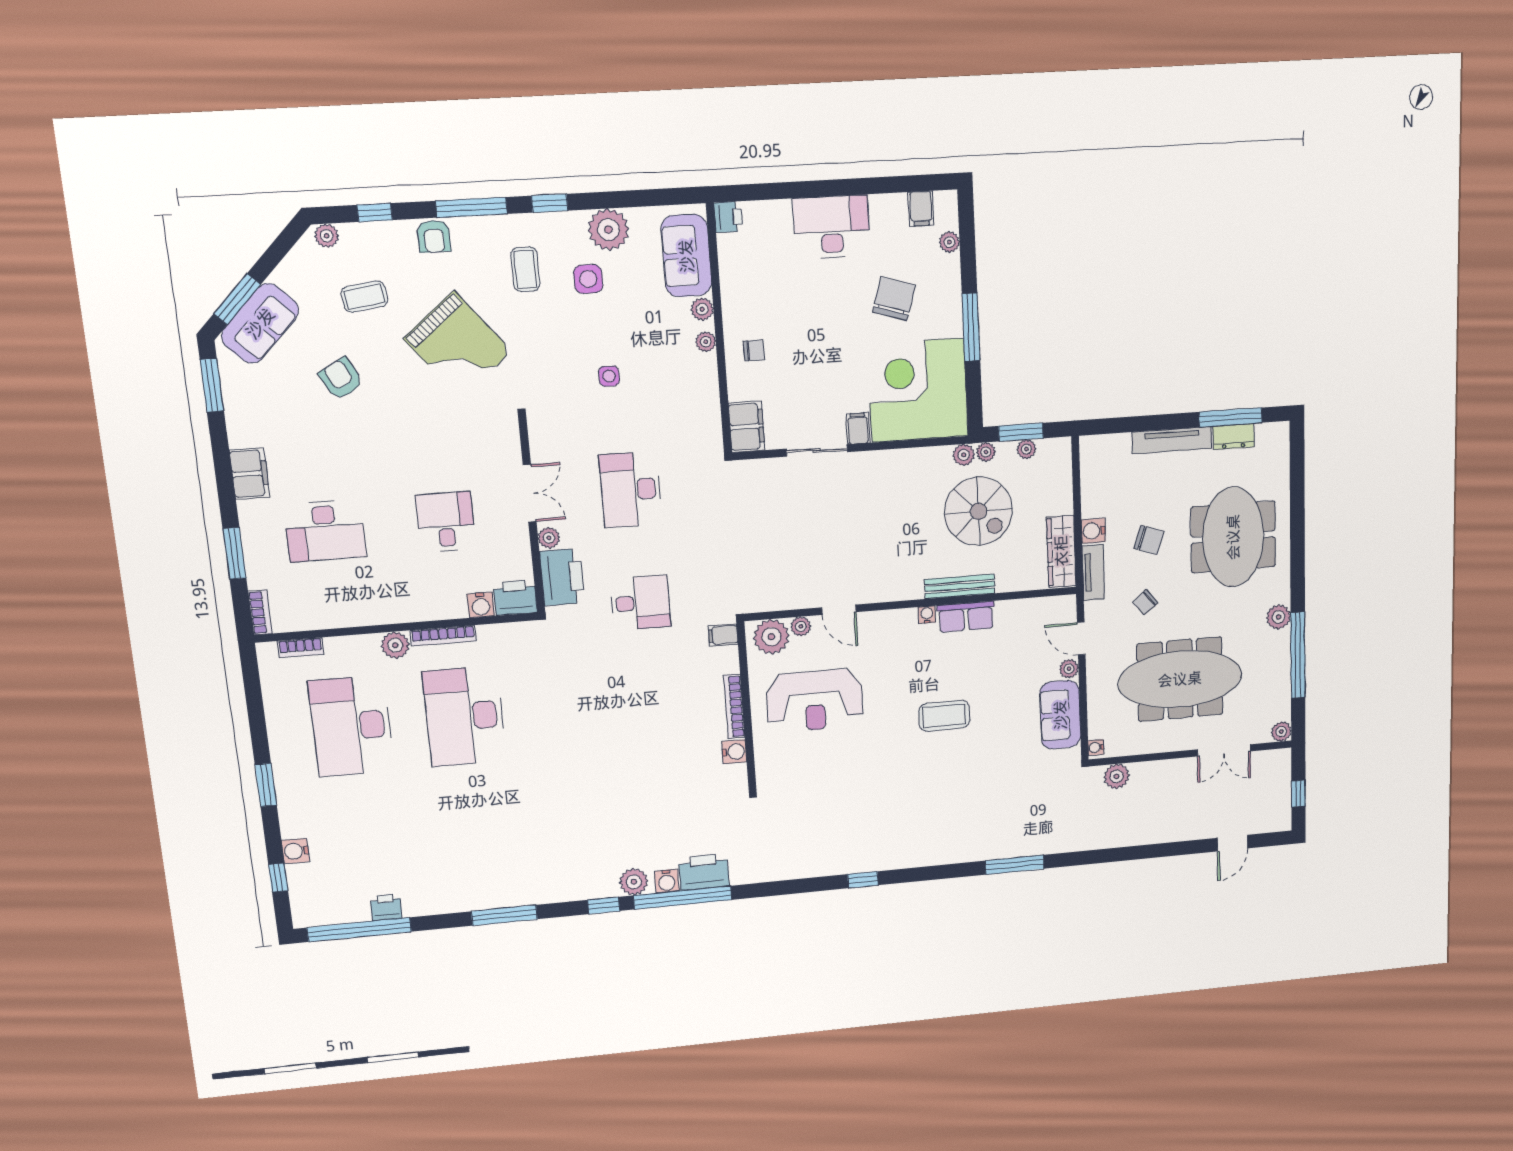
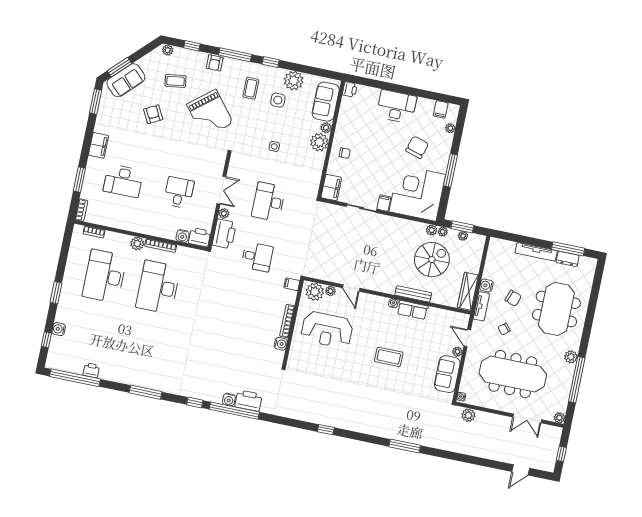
plant: (706, 342) -> (319, 142), width x1.88, depth x1.88
spiral stairs: (978, 511) -> (432, 260), turned -90
plant: (634, 882) -> (213, 395), removed

